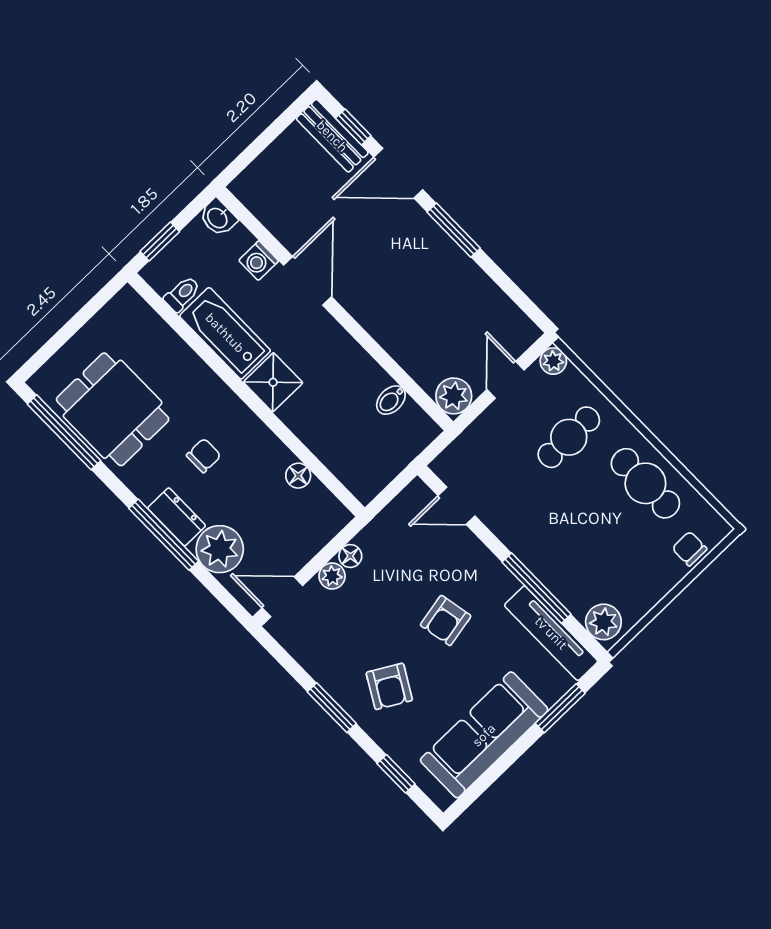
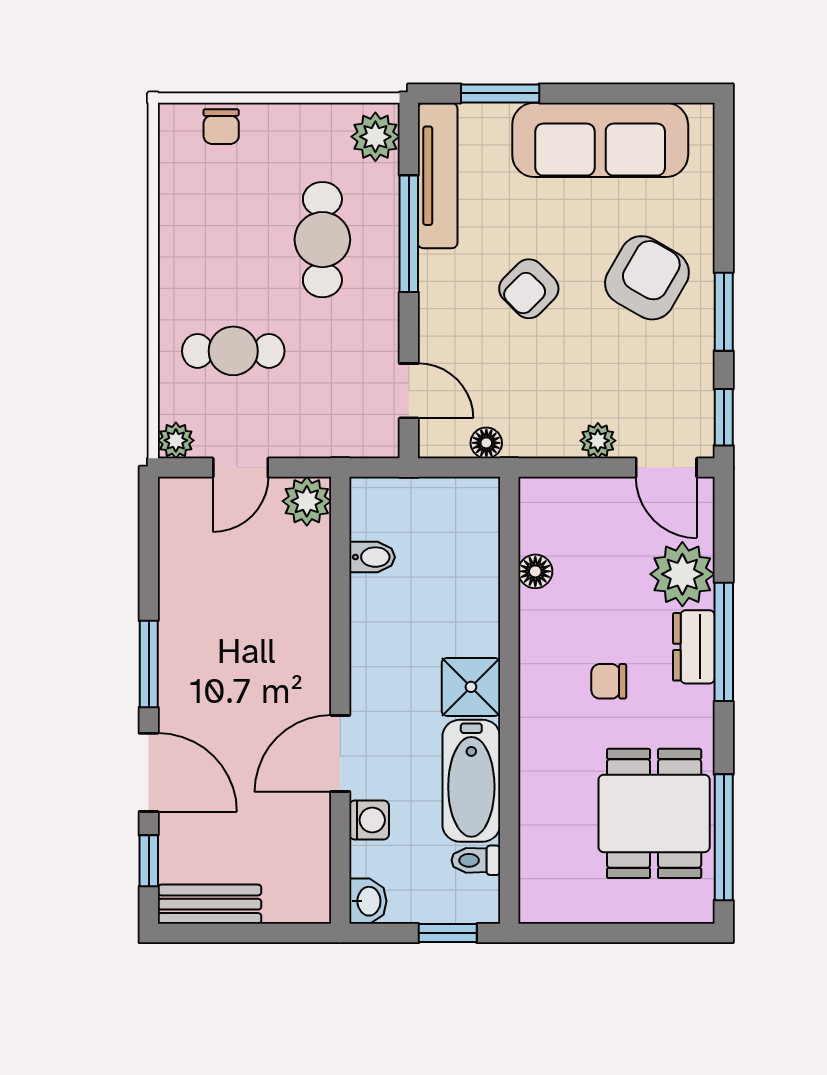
bench: (332, 136) -> (209, 904), moved, turned 90
cafe table: (645, 483) -> (322, 240), moved
floor lamp: (350, 556) -> (486, 443), moved
armchair: (446, 620) -> (529, 289), turned 146
armchair: (389, 686) -> (647, 278), width x1.38, depth x1.38
window: (396, 774) -> (724, 417), moved

